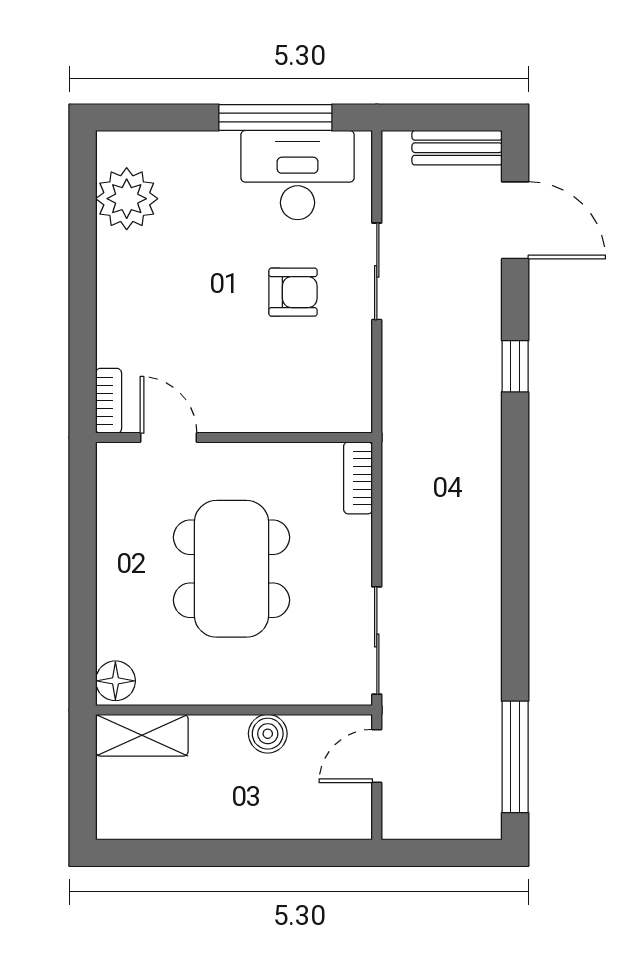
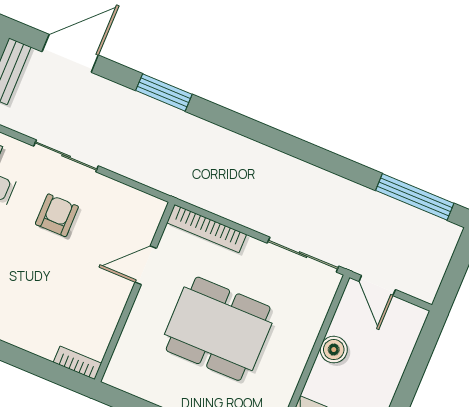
window: (515, 366) -> (164, 92), width x1.50
door: (168, 438) -> (146, 265), moved
bookcase: (358, 478) -> (207, 229), width x1.56

